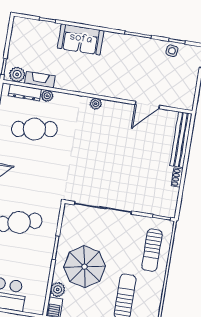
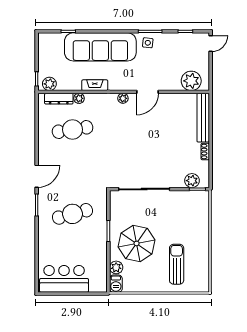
sofa: (81, 39) -> (100, 47), width x1.85, depth x1.27
side table: (172, 51) -> (148, 43), moved
fireplace: (40, 80) -> (95, 85), moved
plant: (174, 97) -> (191, 81), added
door: (147, 105) -> (147, 92), moved
plant: (157, 207) -> (192, 181), added
sun lounger: (152, 250) -> (194, 219), removed

